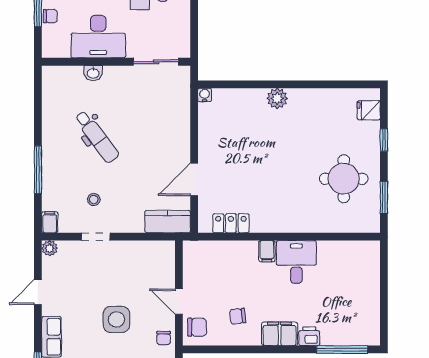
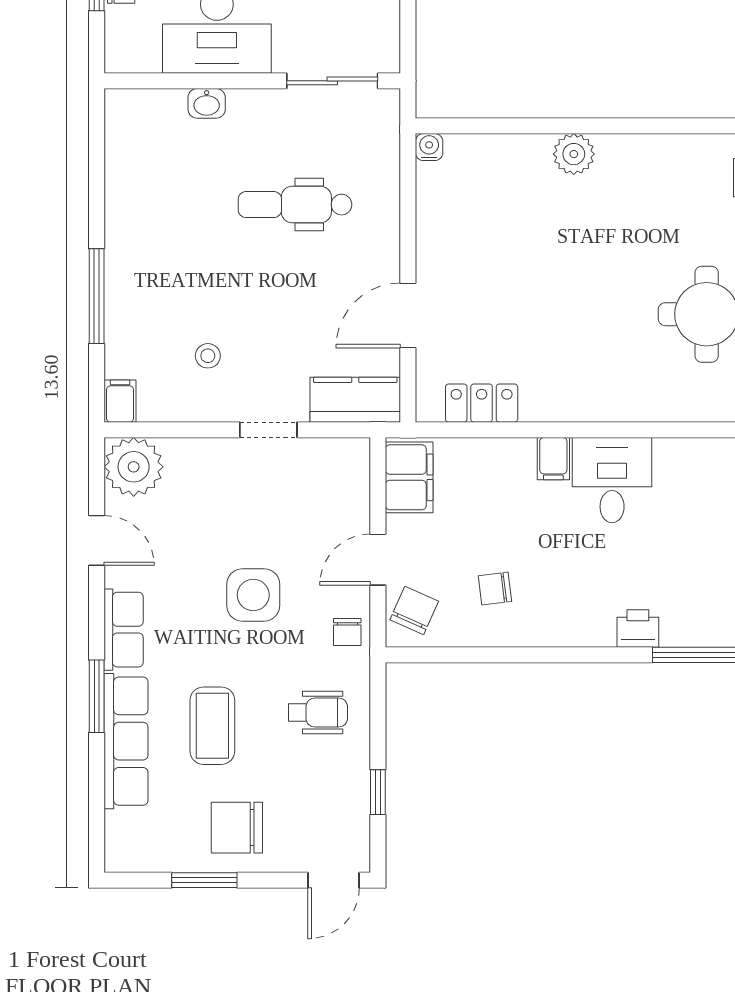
dental chair: (97, 137) -> (295, 205), moved, turned 127
doorway: (96, 237) -> (268, 430), moved
plant: (50, 248) -> (134, 467), width x1.87, depth x1.87
door: (38, 292) -> (97, 540), swing flipped
door: (179, 302) -> (378, 560), hinge flipped
chair: (197, 327) -> (414, 610), turned -66
filing cabinet: (280, 334) -> (409, 477), moved, turned 90

